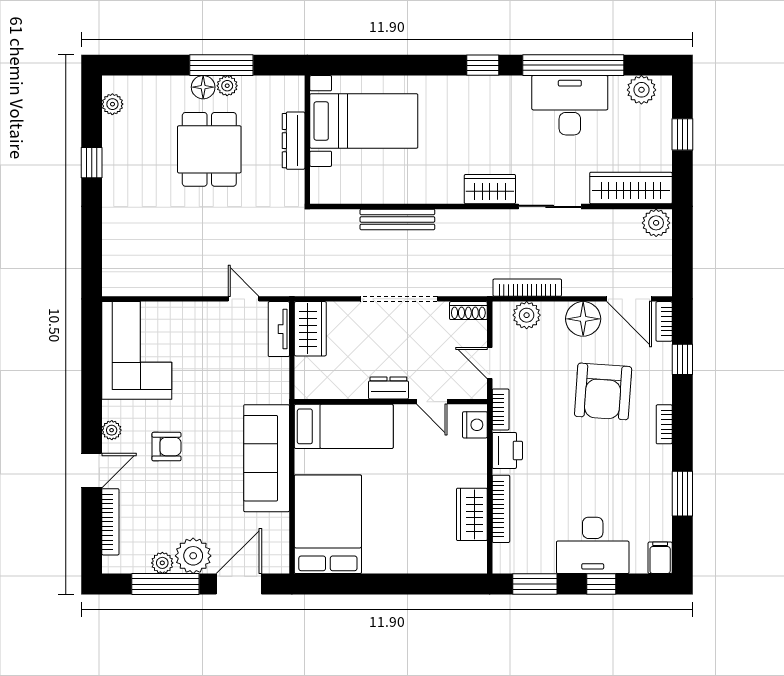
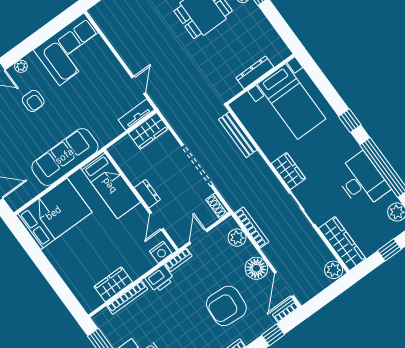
bed with nightstands: (364, 121) -> (292, 101), moved
wall: (307, 140) -> (261, 79), moved
dresser: (294, 141) -> (255, 72), moved

